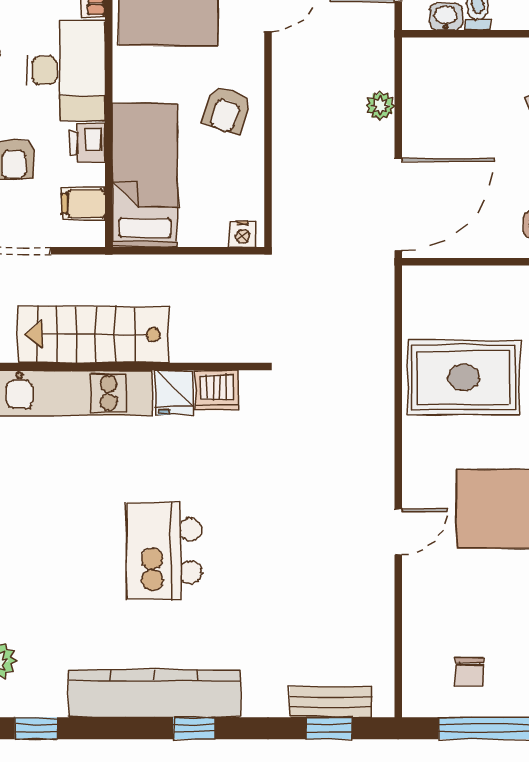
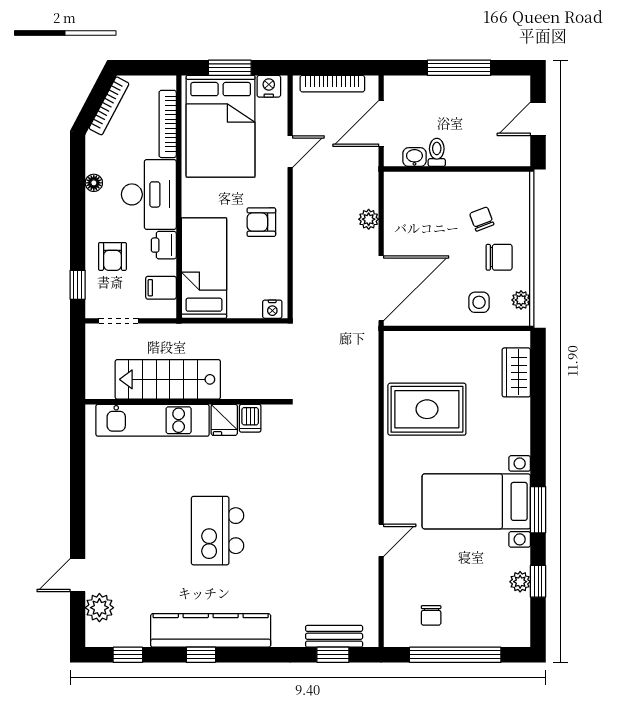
armchair: (227, 110) -> (261, 222), turned 71
dishwasher: (217, 390) -> (250, 418), width x0.73
door: (398, 532) -> (381, 540), moved
window: (194, 728) -> (201, 655), moved

